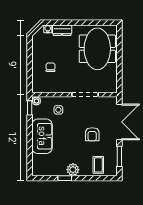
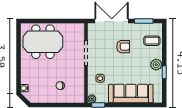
dresser: (62, 30) -> (25, 75), removed
sofa: (42, 136) -> (131, 94), width x1.36

